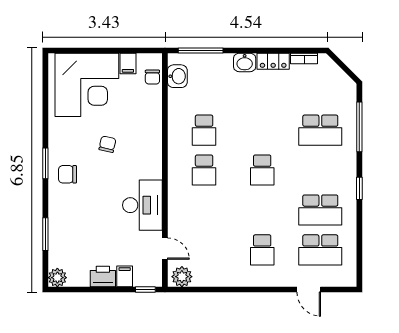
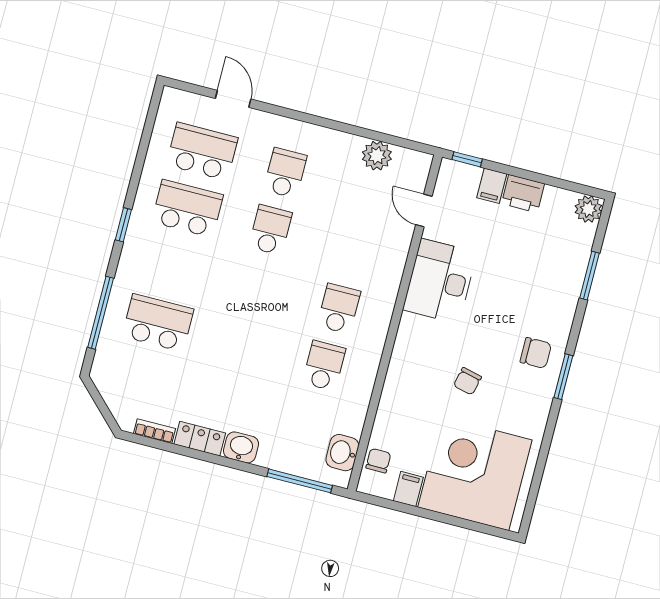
school desk: (262, 170) -> (270, 230), moved
plant: (182, 277) -> (377, 156), moved

